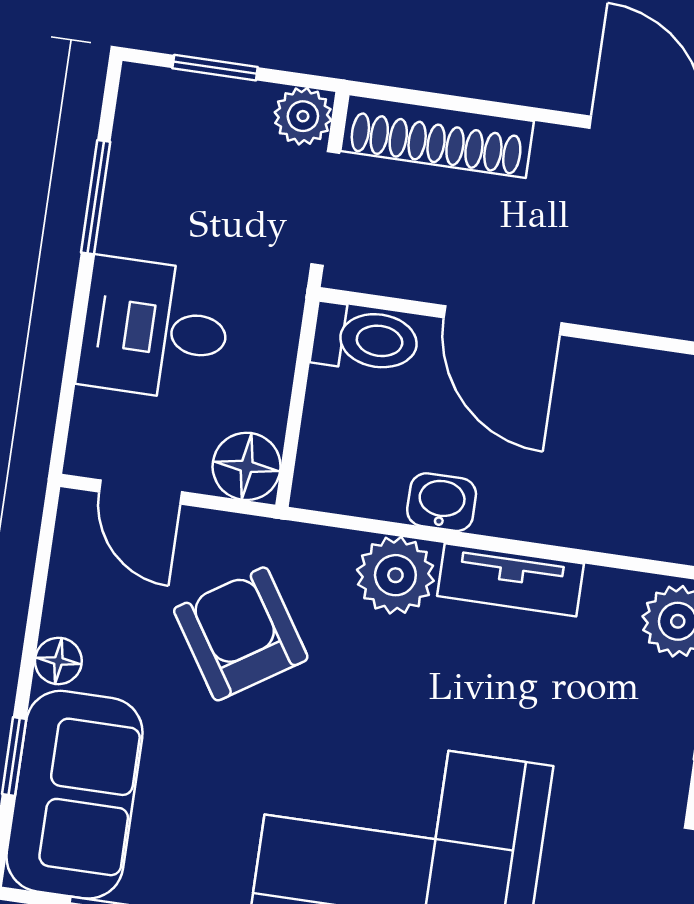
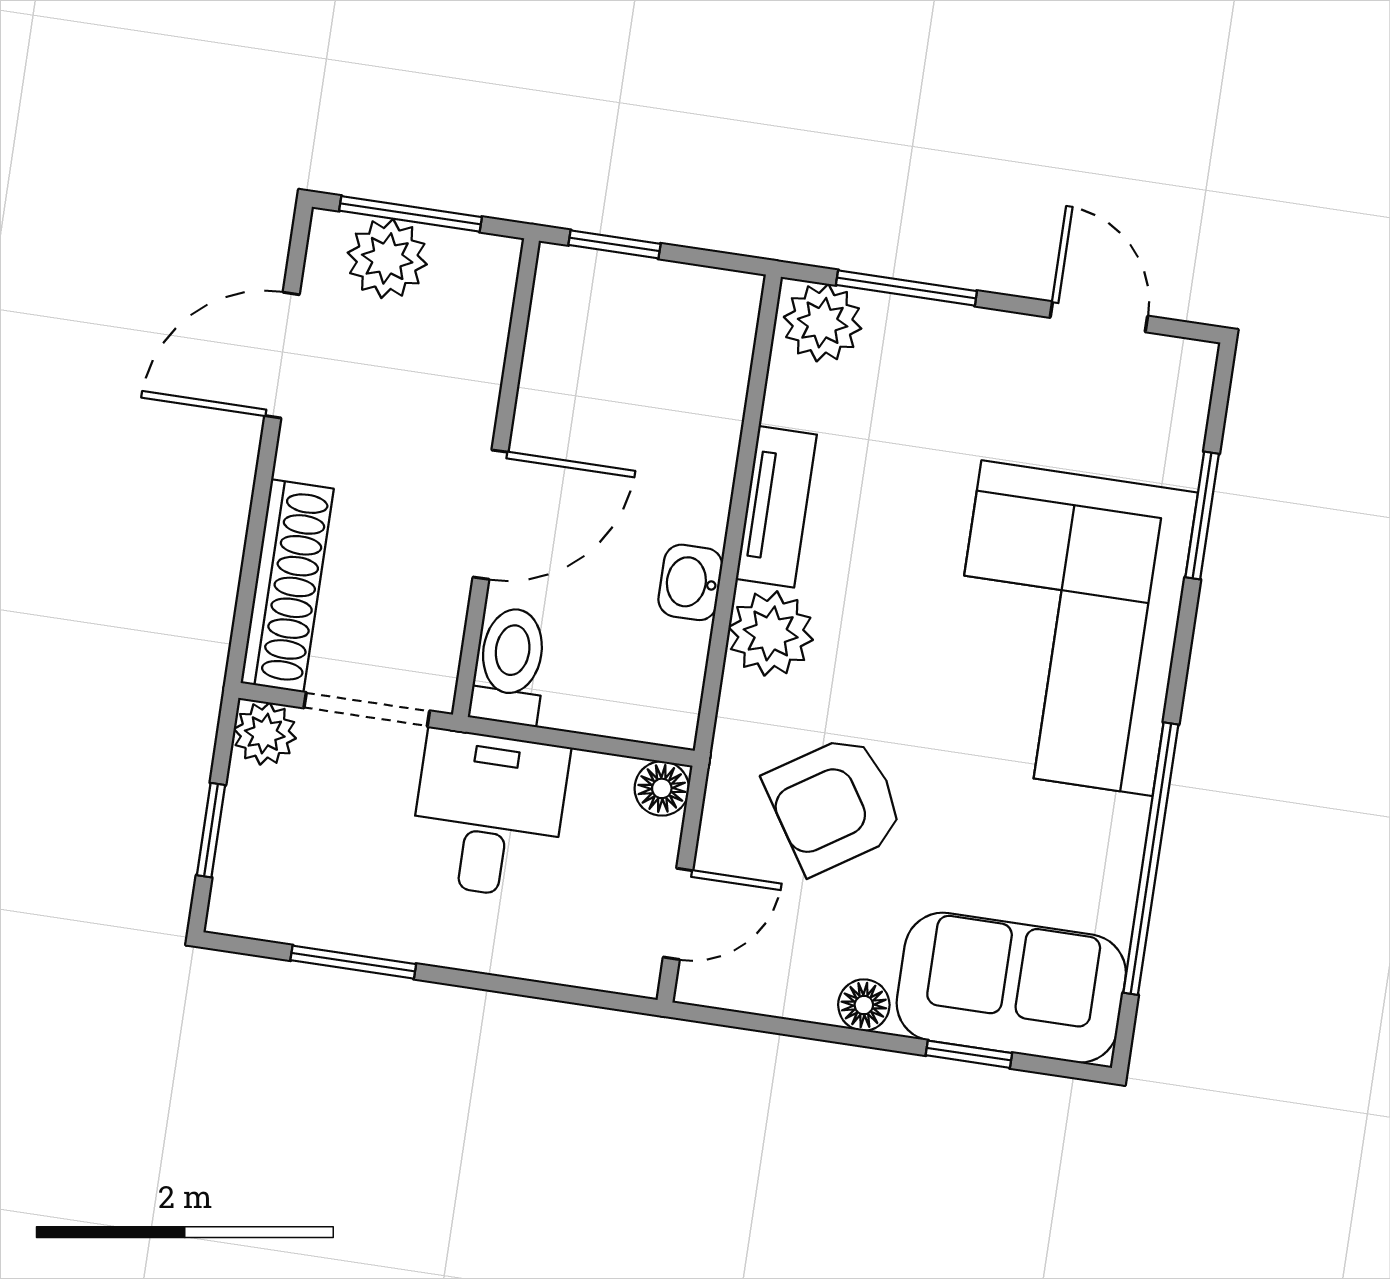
desk: (155, 329) -> (489, 814), moved, turned 180
floor lamp: (247, 466) -> (662, 788), width x0.73, depth x0.73

